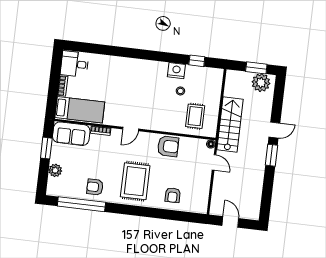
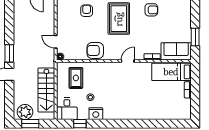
desk: (75, 64) -> (67, 109), moved, turned 90
stairs: (230, 124) -> (46, 90), moved
plant: (55, 170) -> (186, 20), removed

